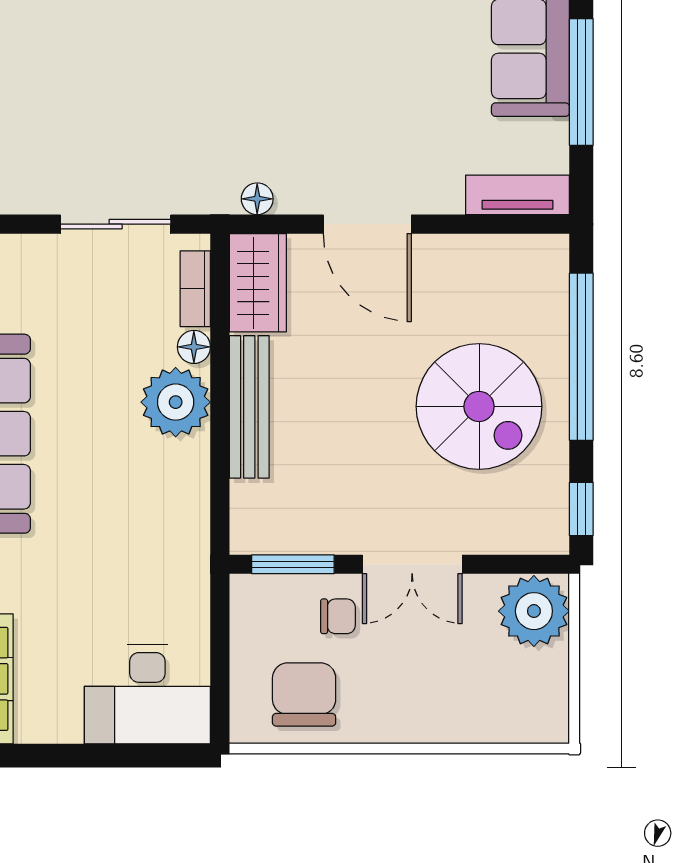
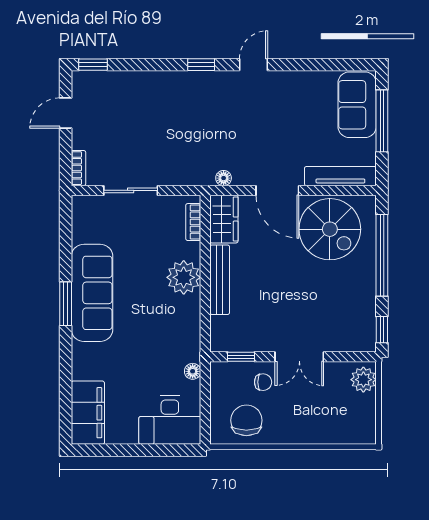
tv unit: (518, 195) -> (340, 176), width x1.41
sliding door: (116, 224) -> (131, 190), moved
floor lamp: (194, 347) -> (193, 371), moved
spiral stairs: (479, 406) -> (330, 229), moved
window: (293, 564) -> (241, 357), width x0.67
plant: (534, 611) -> (363, 380), width x0.73, depth x0.73

